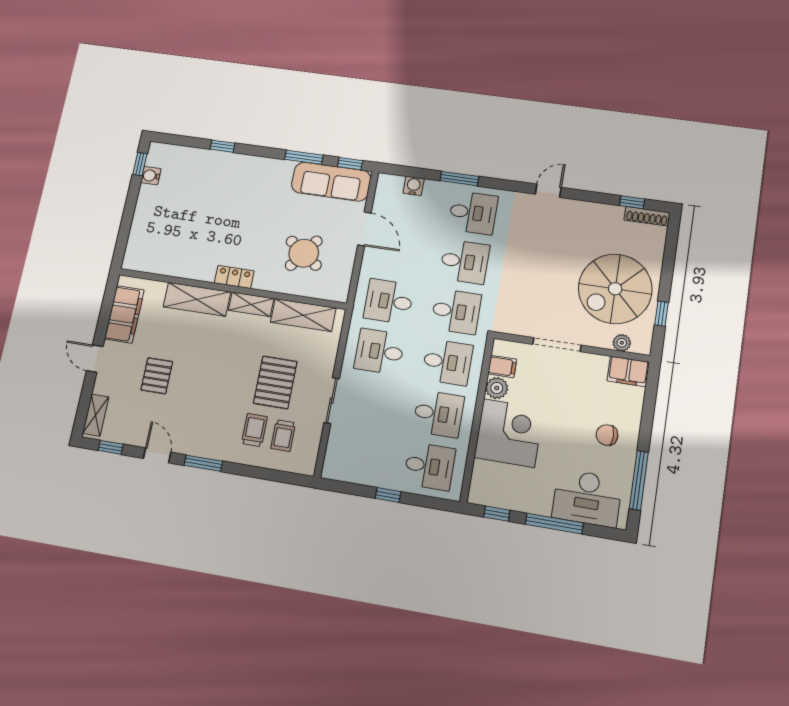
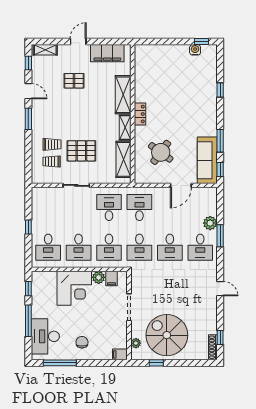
water cooler: (414, 186) -> (212, 210), removed
plant: (435, 191) -> (210, 223), added
filing cabinet: (628, 371) -> (120, 354), width x0.50
door: (157, 455) -> (28, 91), hinge flipped

